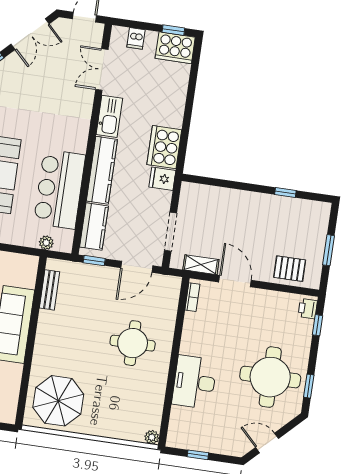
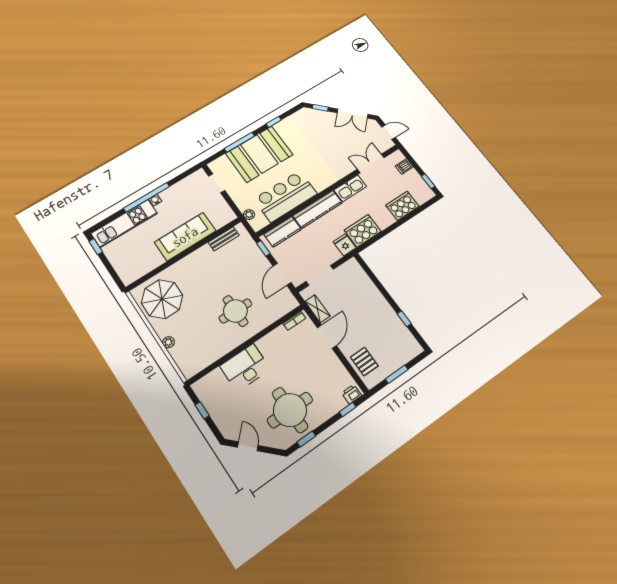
cooker: (175, 48) -> (402, 206), moved, turned 90
door: (137, 267) -> (282, 274), hinge flipped
plant: (152, 437) -> (168, 342), moved

